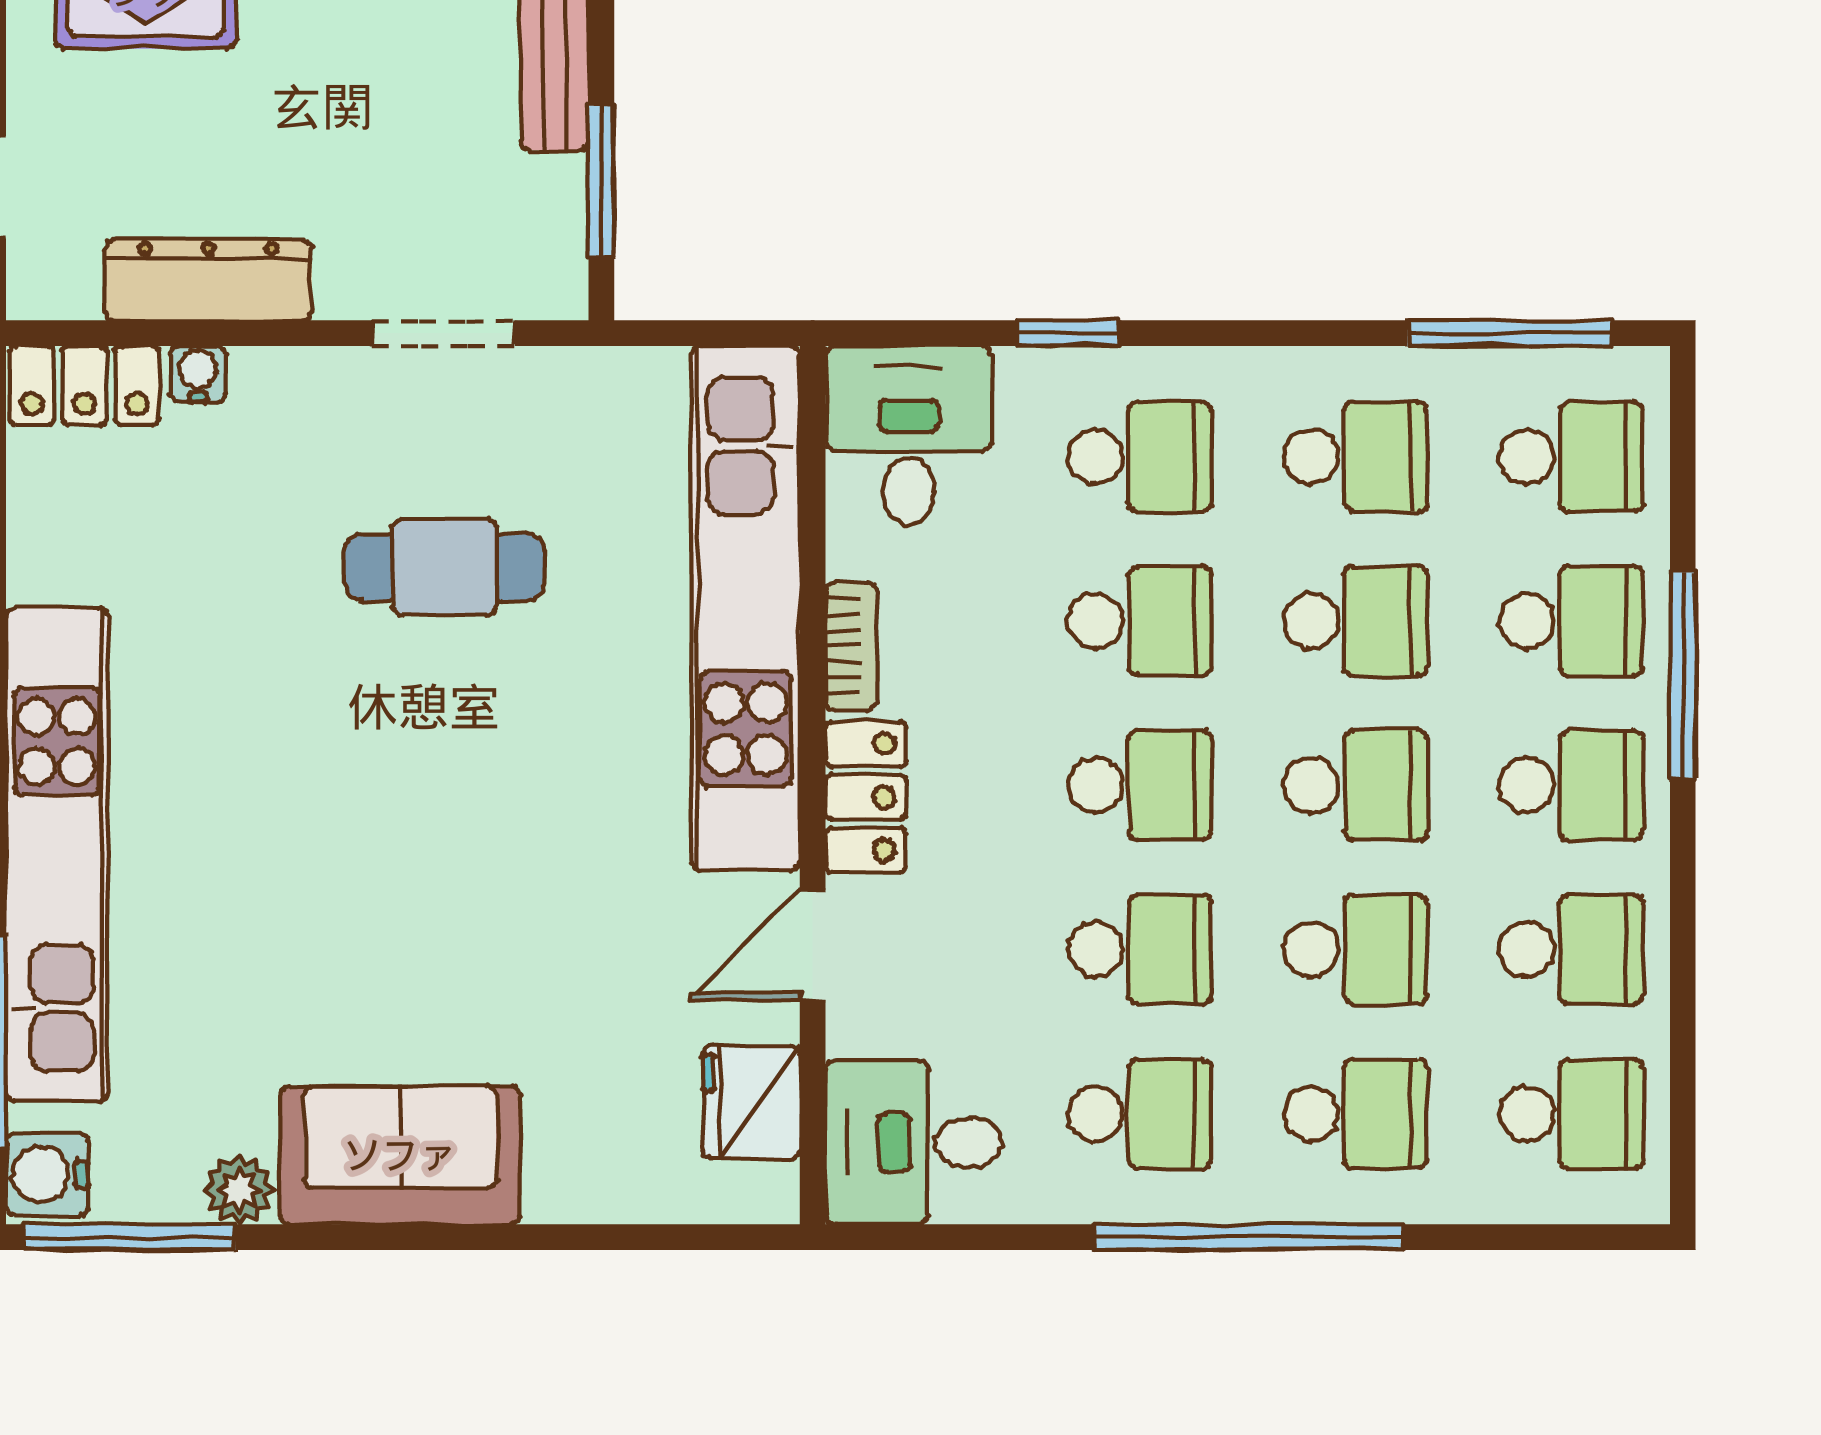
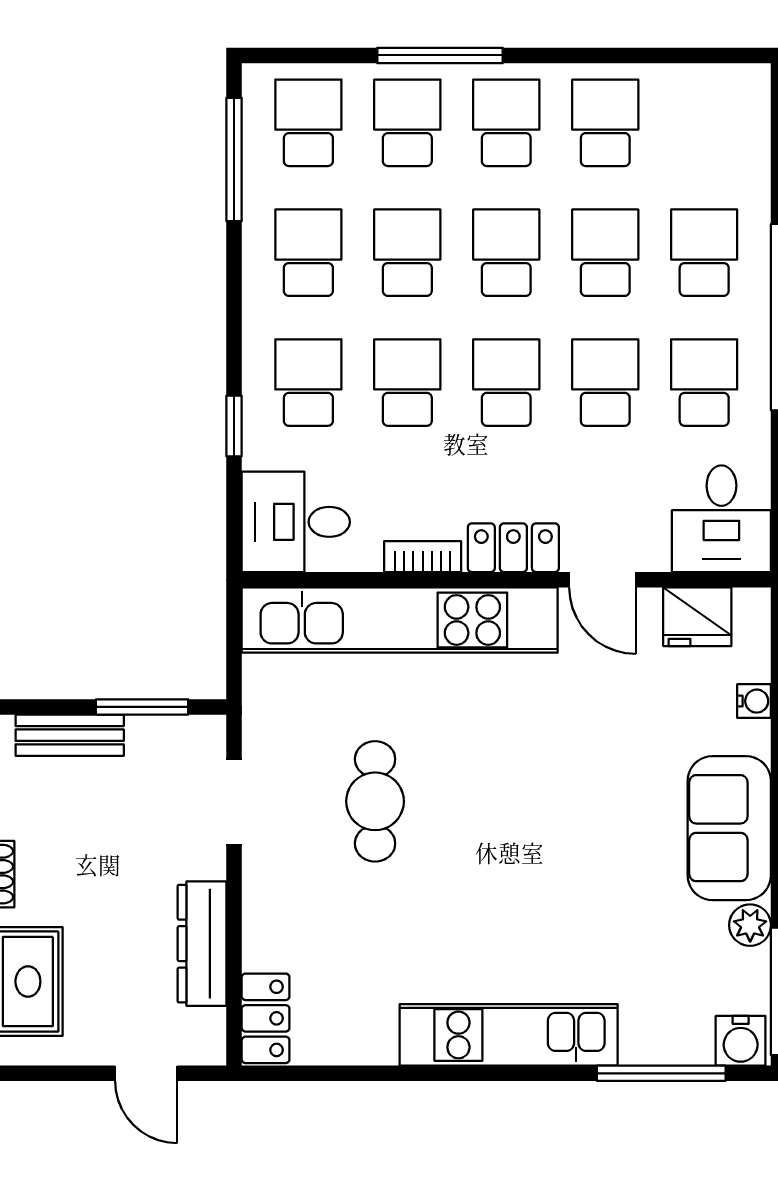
water cooler: (198, 374) -> (754, 701), moved, turned 180
kitchen unit: (57, 855) -> (509, 1035), width x0.73
school desk: (1571, 1114) -> (704, 123), removed

